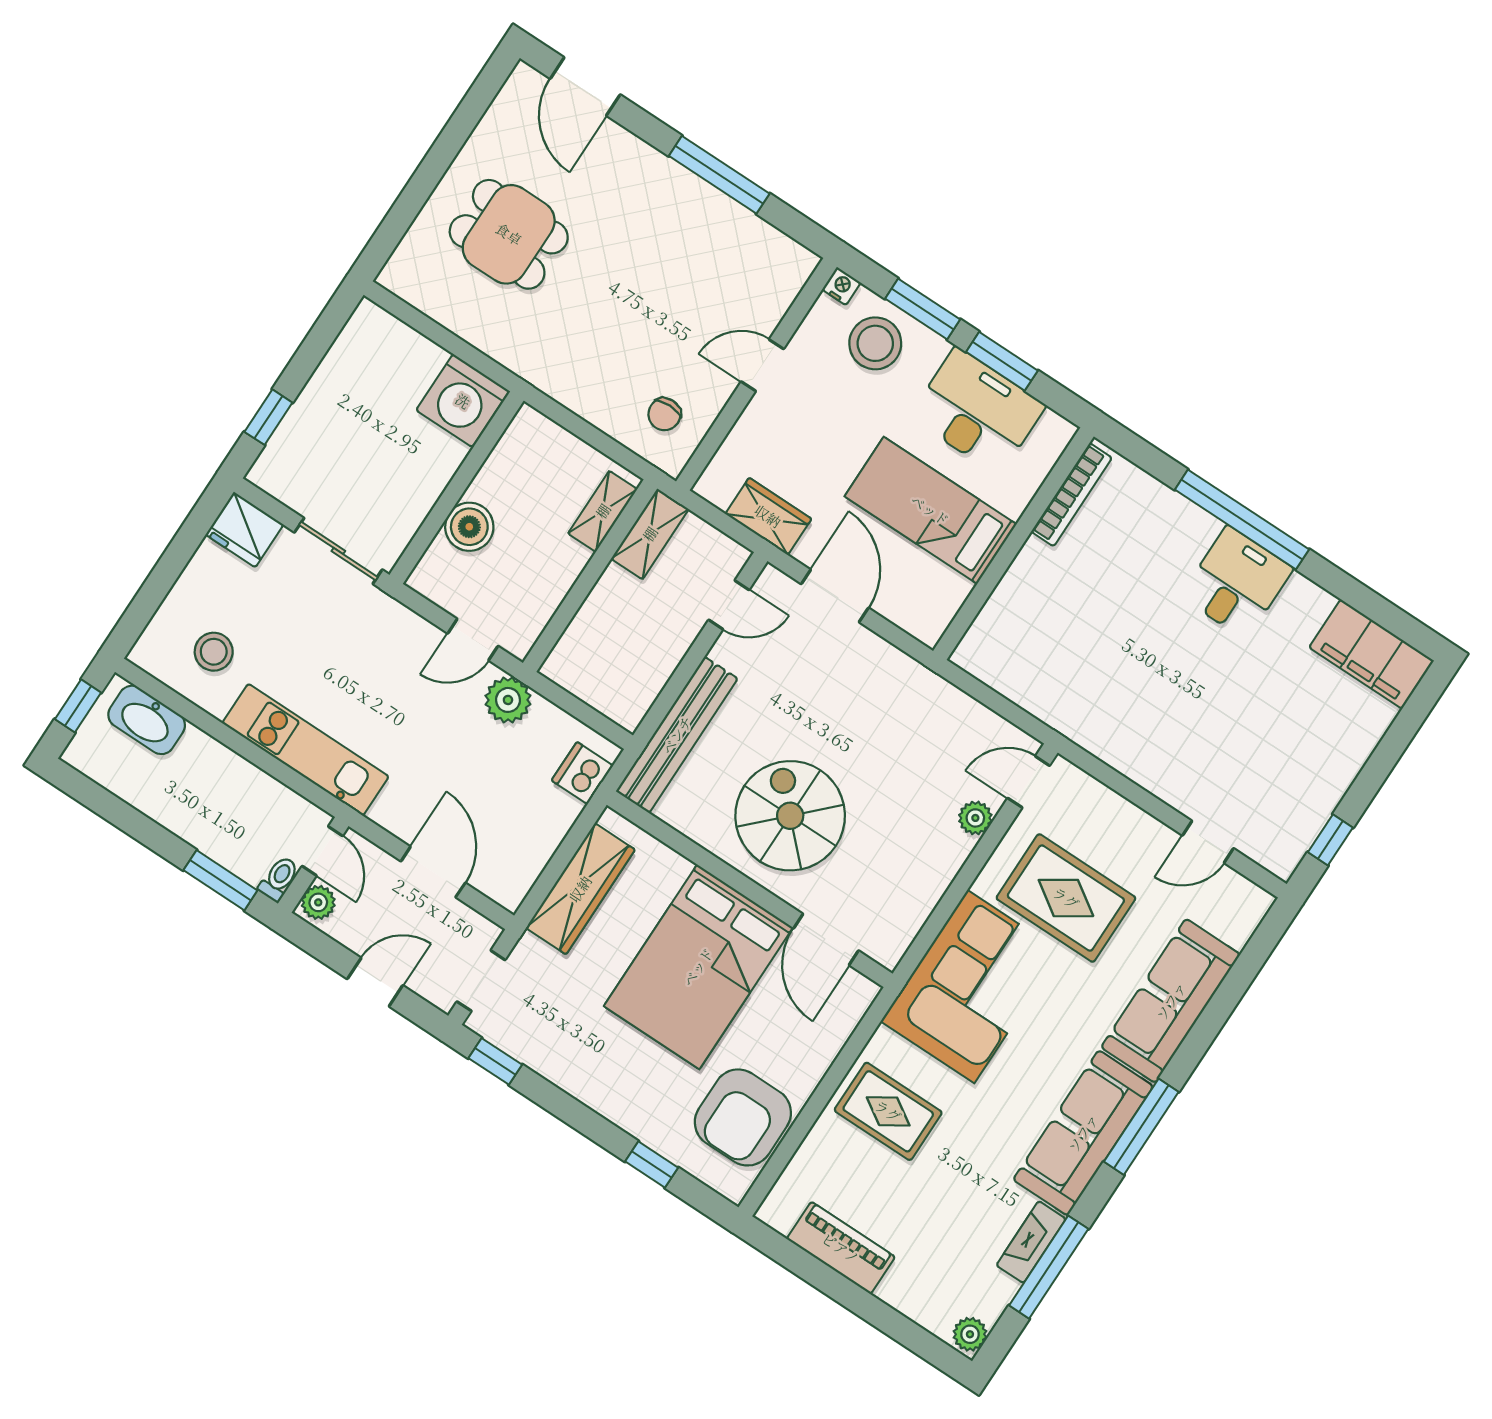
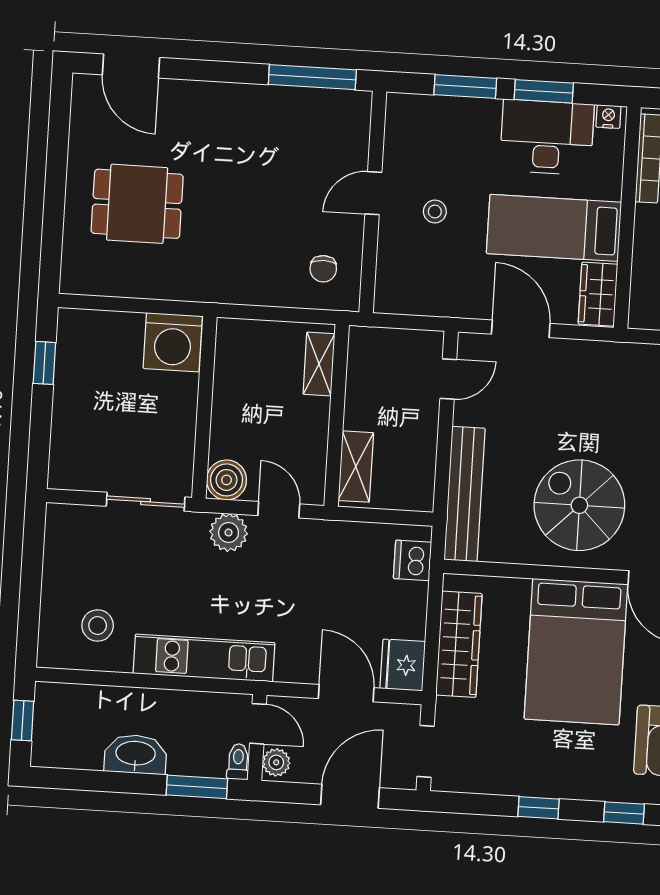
window: (719, 175) -> (312, 77), moved
nightstand: (841, 286) -> (608, 117), moved
stool: (875, 343) -> (435, 211), moved, width x0.53, depth x0.53
window: (268, 417) -> (44, 363), moved
wardrobe: (768, 516) -> (598, 294), moved, turned -90
boiler: (469, 527) -> (227, 480), moved
fridge: (245, 530) -> (403, 665), moved, turned 90
shelving: (650, 534) -> (356, 467), moved
door: (473, 640) -> (279, 510), swing flipped
plant: (508, 700) -> (229, 532), moved
washbasin: (147, 720) -> (136, 754), moved, turned 180
door: (375, 982) -> (350, 796), width x1.38
window: (495, 1061) -> (539, 808), moved

